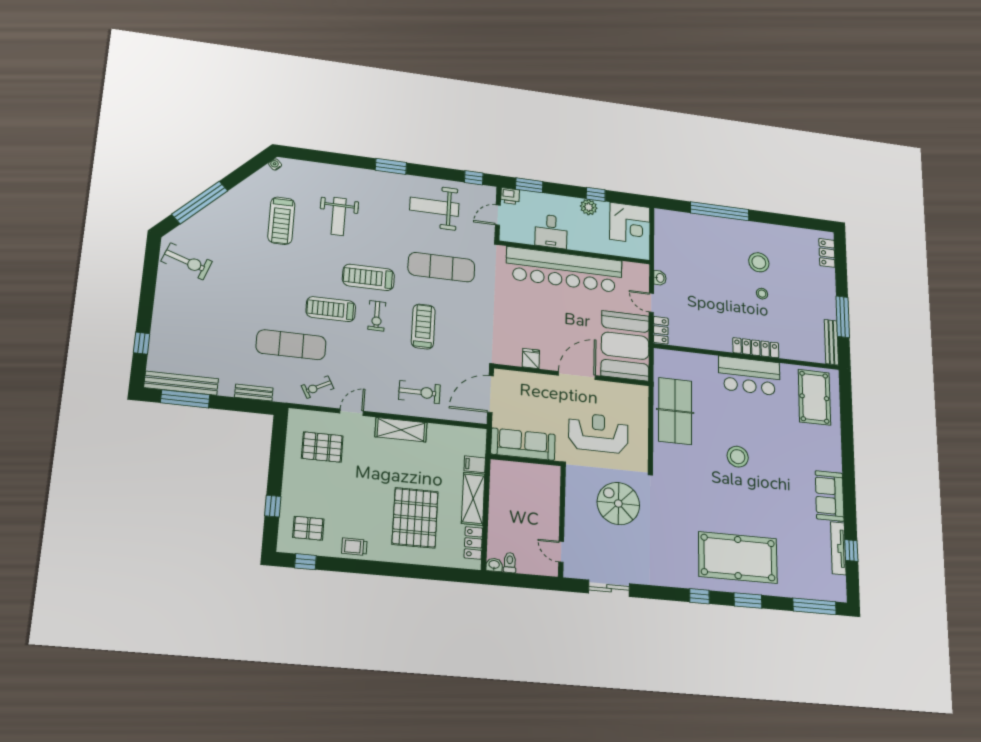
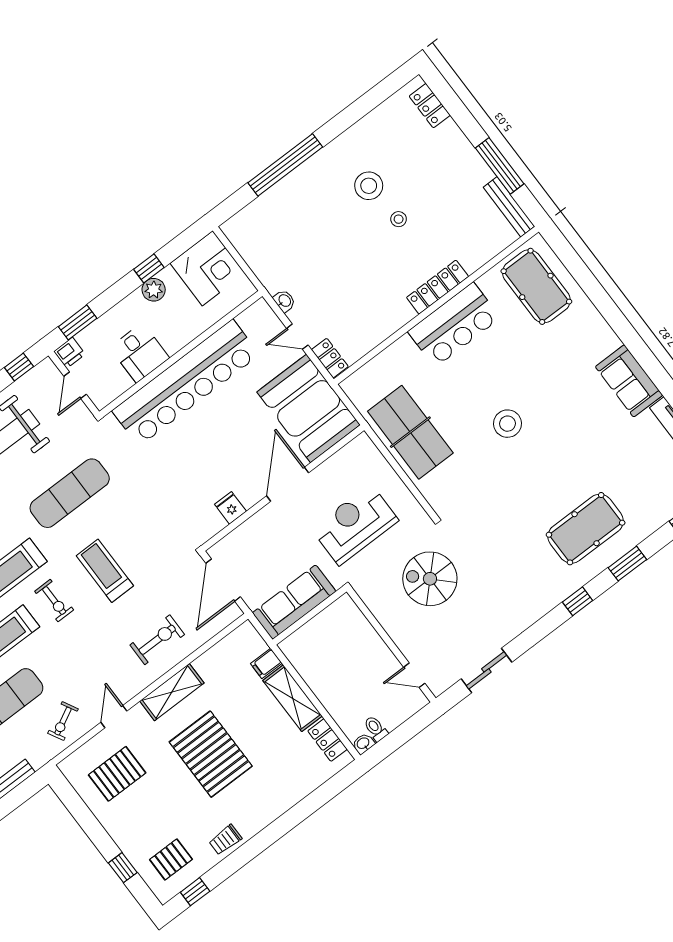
pallet: (415, 518) -> (211, 754), moved
pool table: (738, 558) -> (586, 529), width x0.73, depth x0.76

